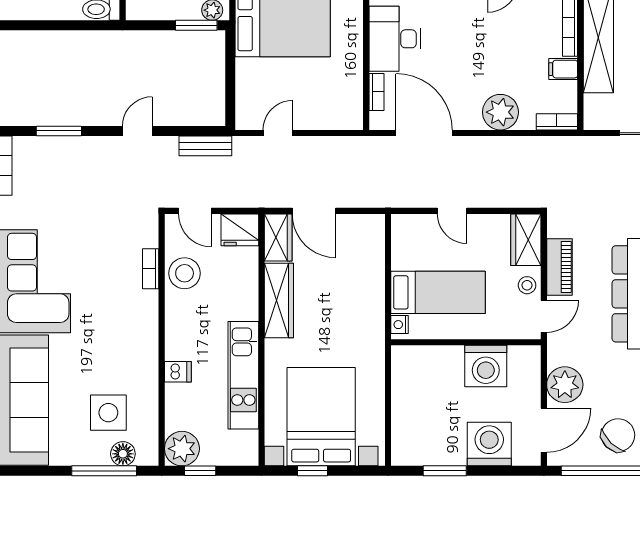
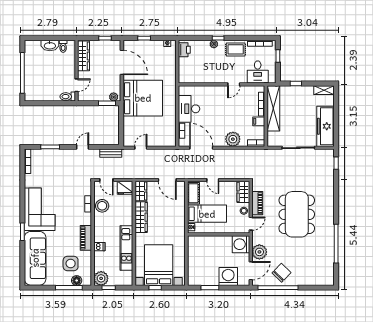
door: (314, 211) -> (167, 180), moved
cot: (405, 243) -> (193, 193), added
piano: (145, 351) -> (86, 238), added
washing machine: (486, 366) -> (241, 244), moved, turned 90

